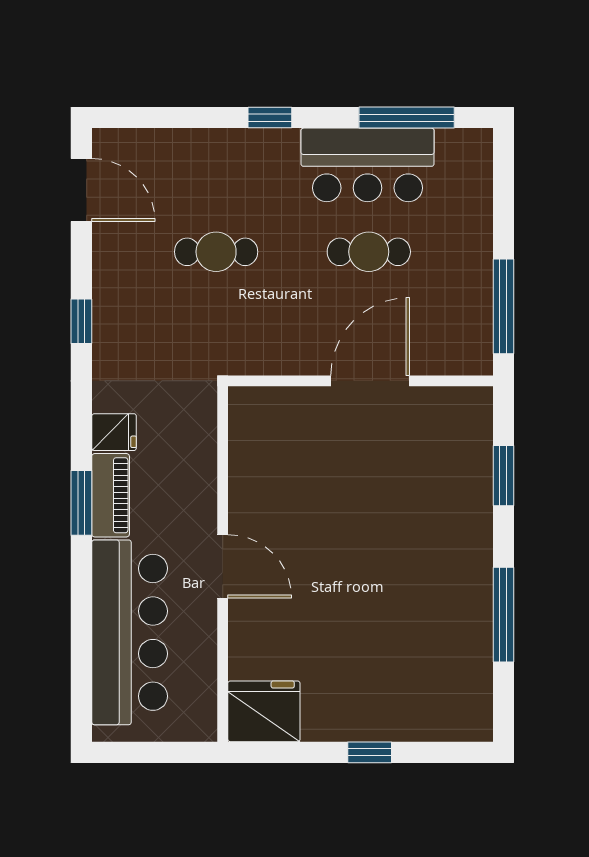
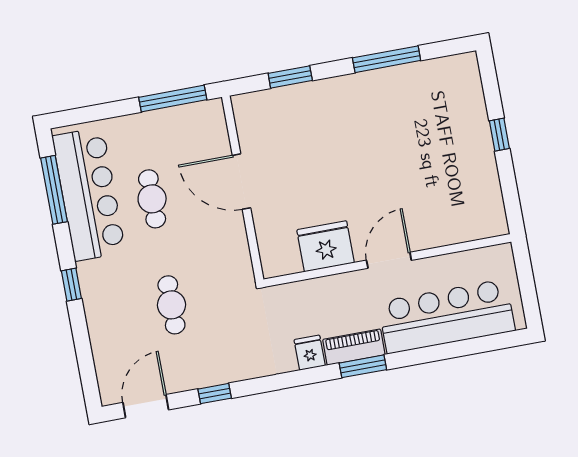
bar counter: (368, 165) -> (89, 194), width x1.36
window: (81, 321) -> (215, 394), moved
fridge: (264, 711) -> (326, 246), moved, turned 90

